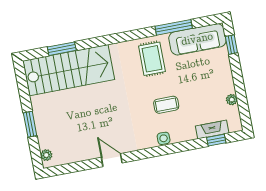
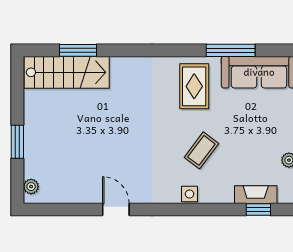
stairs: (69, 70) -> (67, 72), width x0.73, depth x0.66
coffee table: (166, 105) -> (201, 150), turned -53

